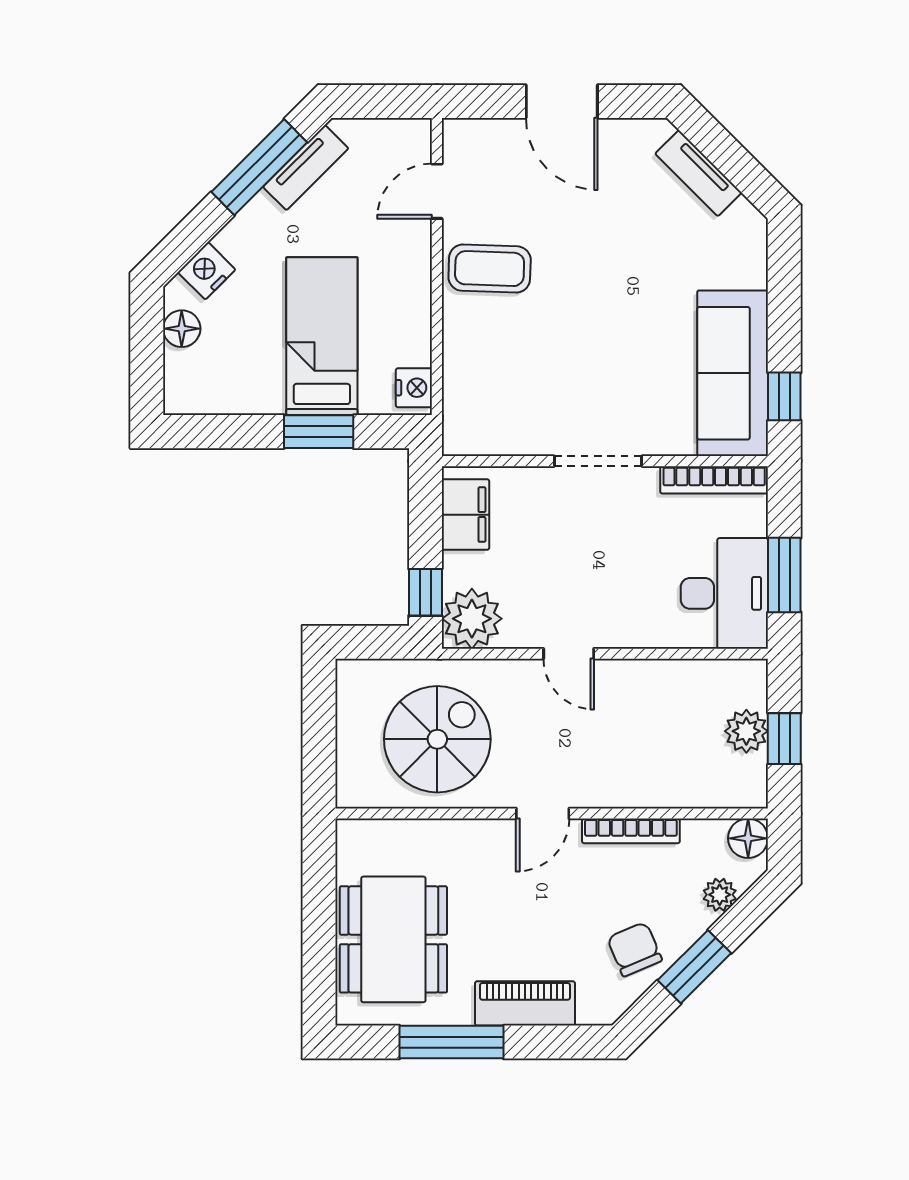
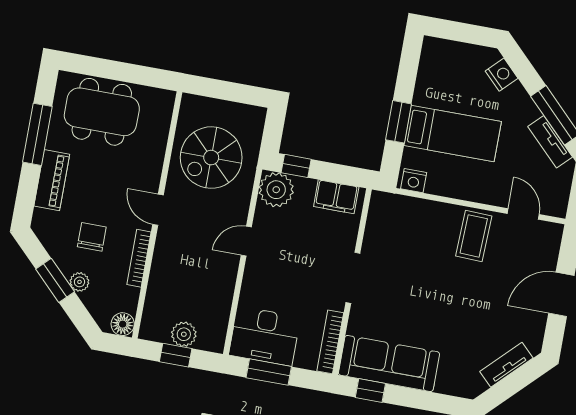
floor lamp: (182, 329) -> (471, 55), removed
spiral stairs: (437, 739) -> (211, 158), turned 90
plant: (720, 895) -> (79, 282), moved
chair: (635, 949) -> (92, 237), moved, turned -67

